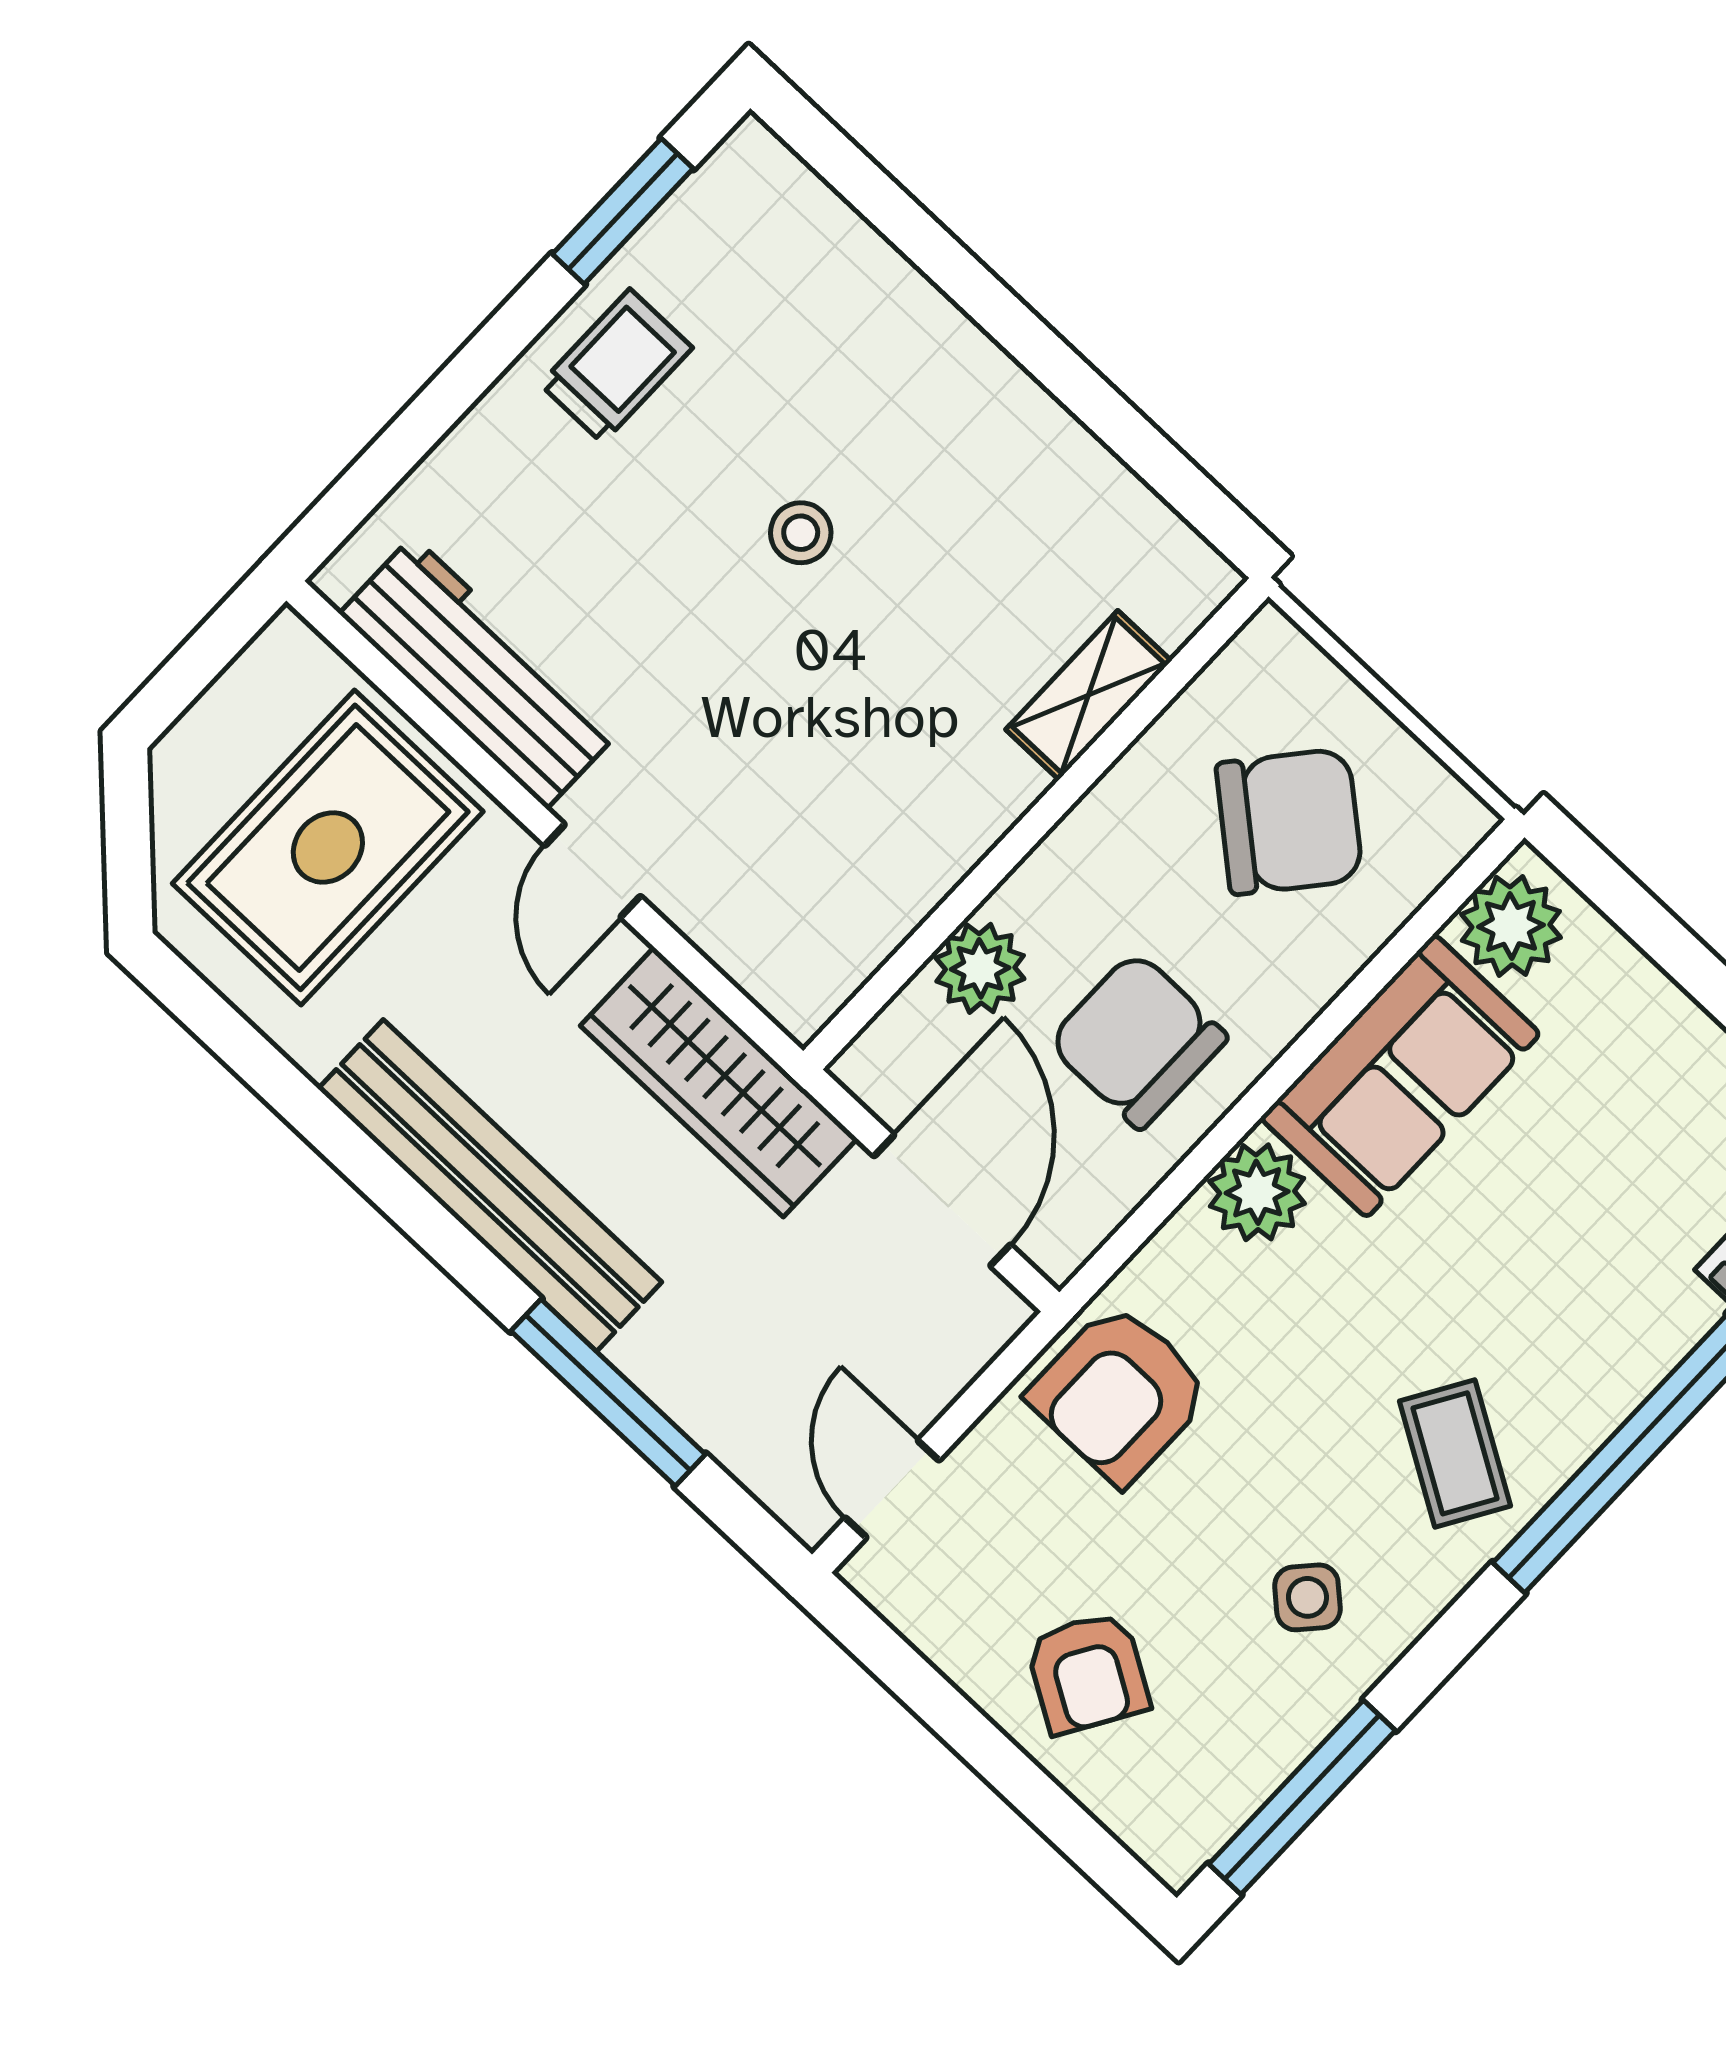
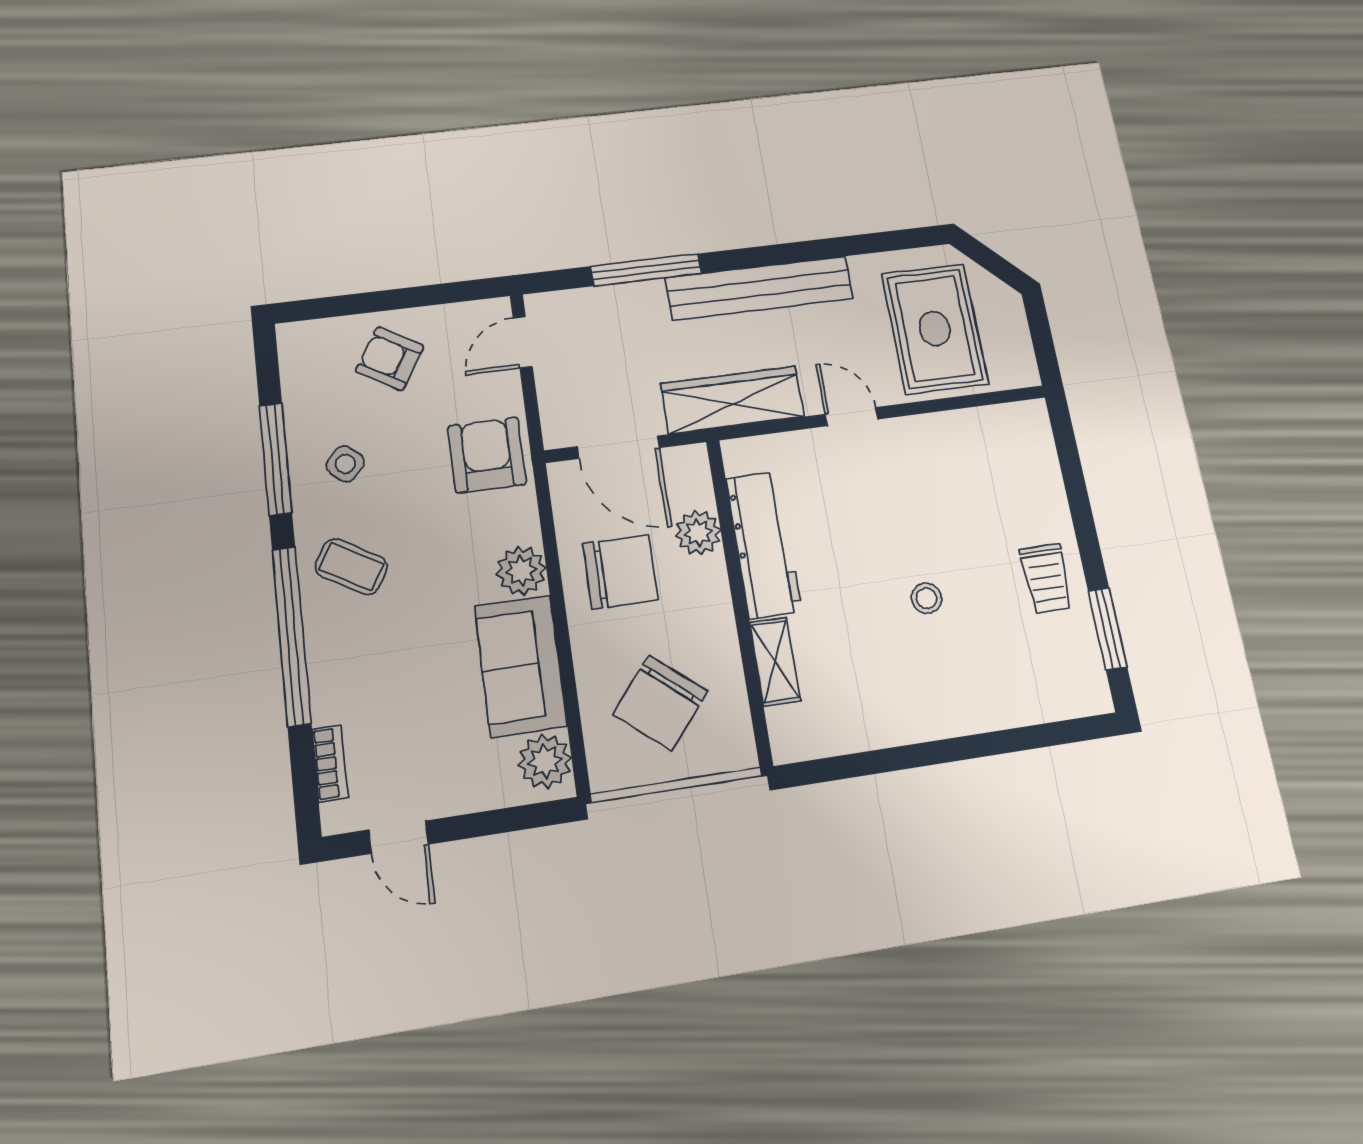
workbench: (480, 672) -> (764, 544), moved, turned -90
door: (892, 1489) -> (523, 342), swing flipped
window: (1302, 1797) -> (276, 459), moved

